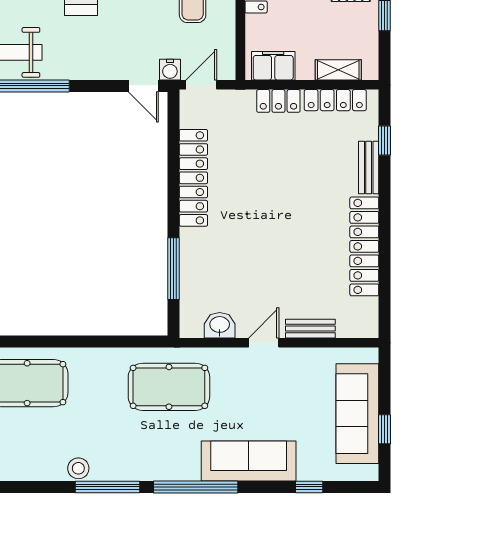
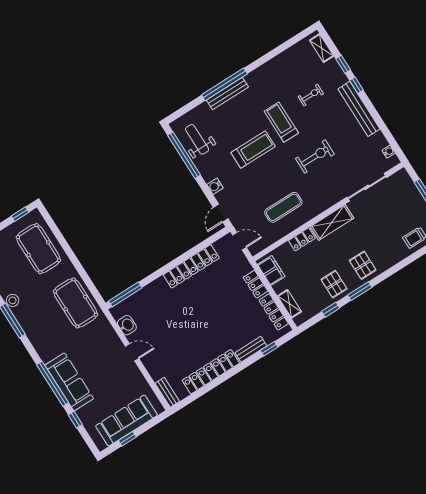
water cooler: (170, 70) -> (215, 186), moved
window: (174, 269) -> (125, 294), moved
bench: (310, 329) -> (167, 392), moved
pool table: (169, 387) -> (75, 303), moved
window: (196, 487) -> (53, 384), moved

